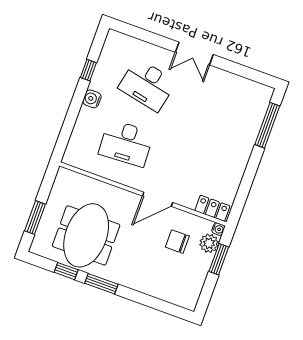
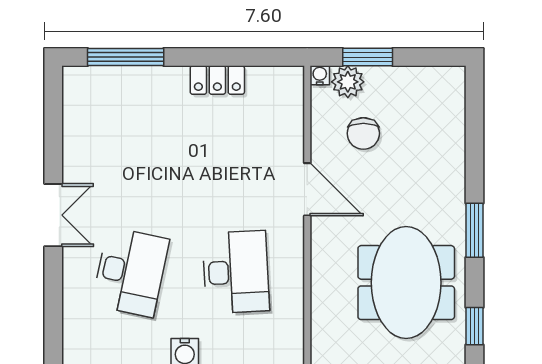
locker: (212, 208) -> (217, 80), moved, turned -90
meeting table: (86, 235) -> (406, 283), turned 90
window: (66, 271) -> (475, 326), moved

